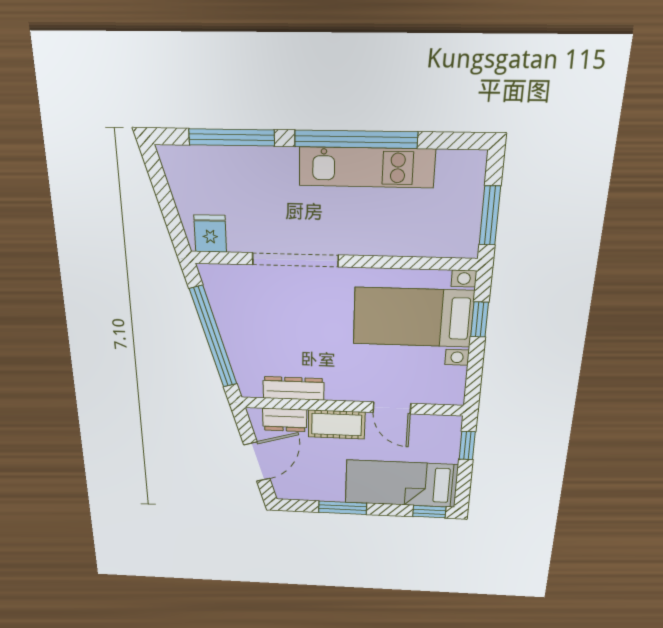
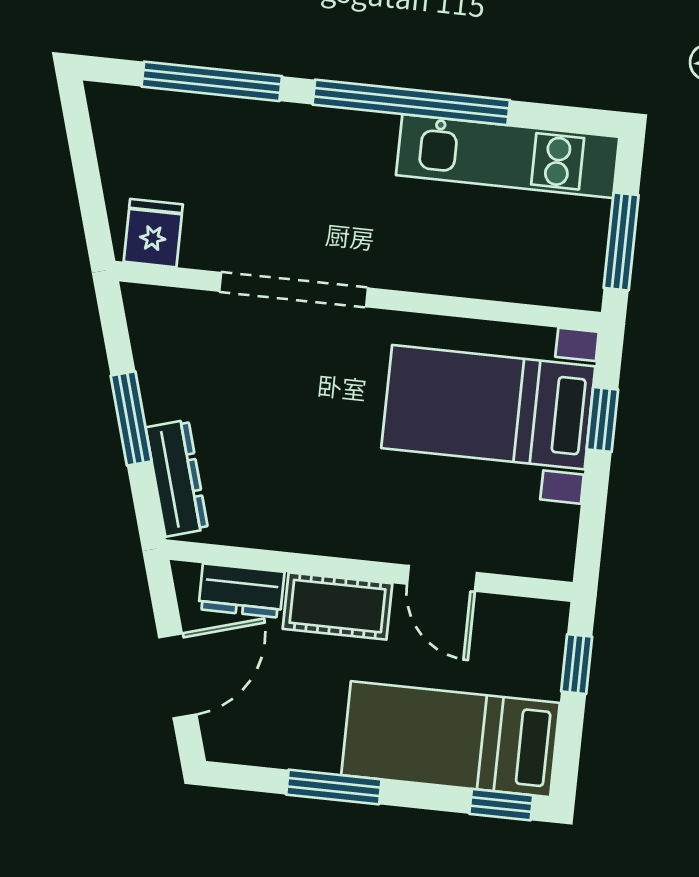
kitchen unit: (367, 167) -> (508, 156), moved
window: (213, 337) -> (131, 418), width x0.47
dresser: (293, 388) -> (177, 478), moved, turned 74

